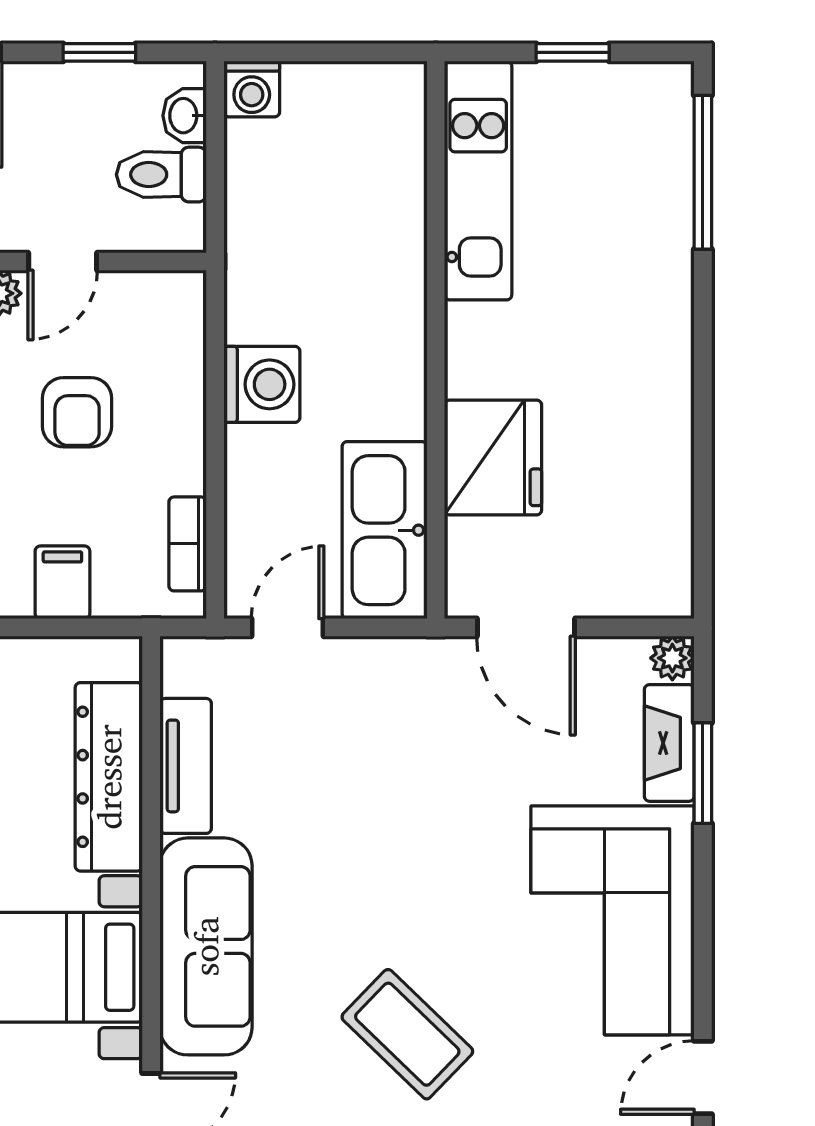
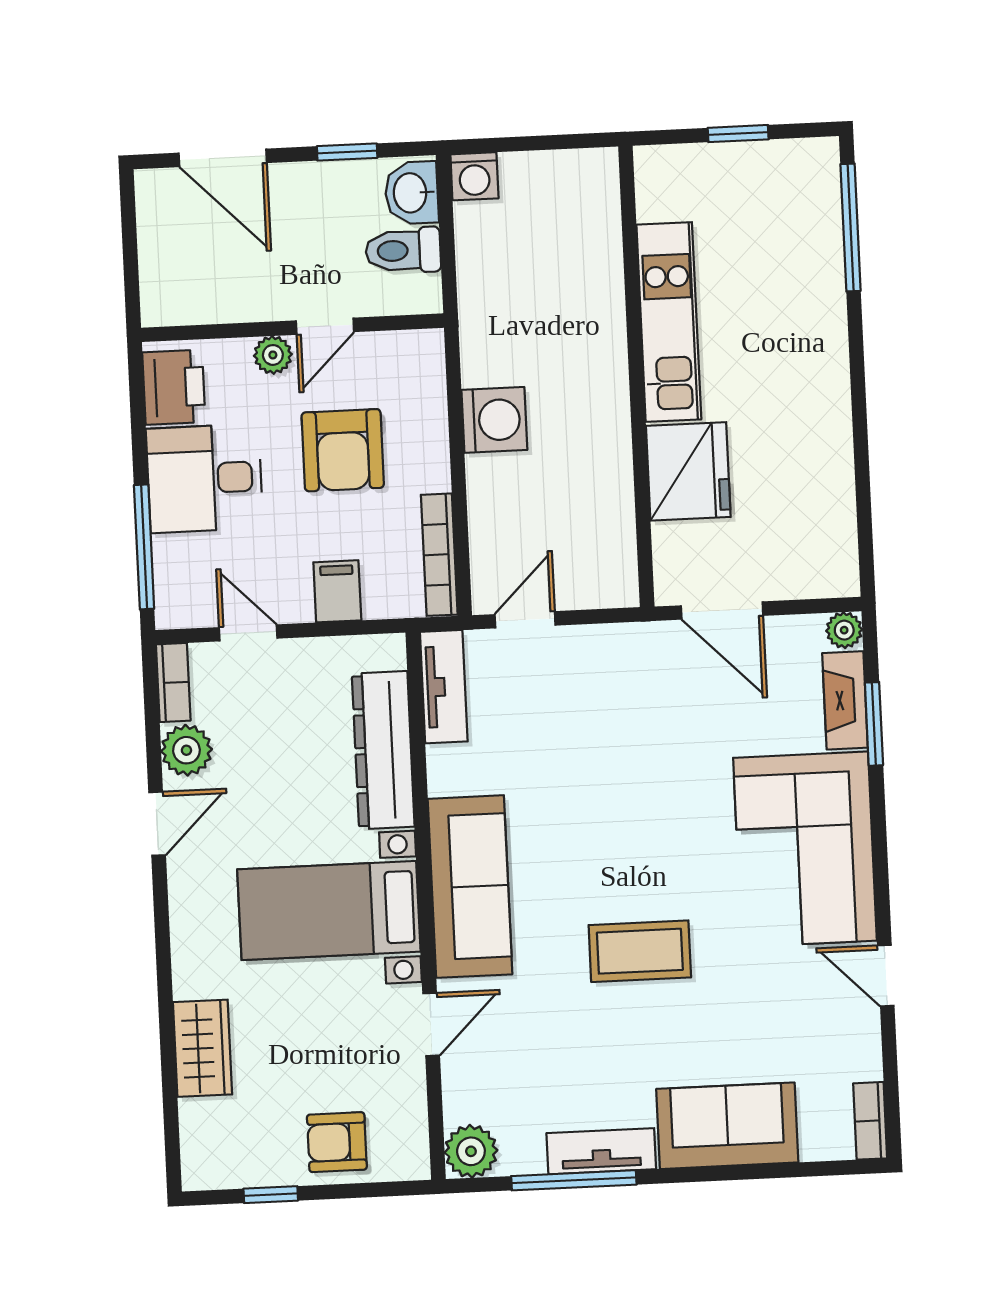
washbasin: (185, 116) -> (412, 193), width x1.38, depth x1.45
kitchen unit: (478, 181) -> (669, 322), moved
armchair: (77, 412) -> (343, 450), width x1.38, depth x1.38
kitchen sink: (385, 530) -> (601, 536), removed
bookcase: (188, 544) -> (439, 555), width x1.56
tv unit: (186, 766) -> (444, 687), moved
coffee table: (407, 1034) -> (640, 951), turned -44
door: (703, 1078) -> (886, 976), hinge flipped

